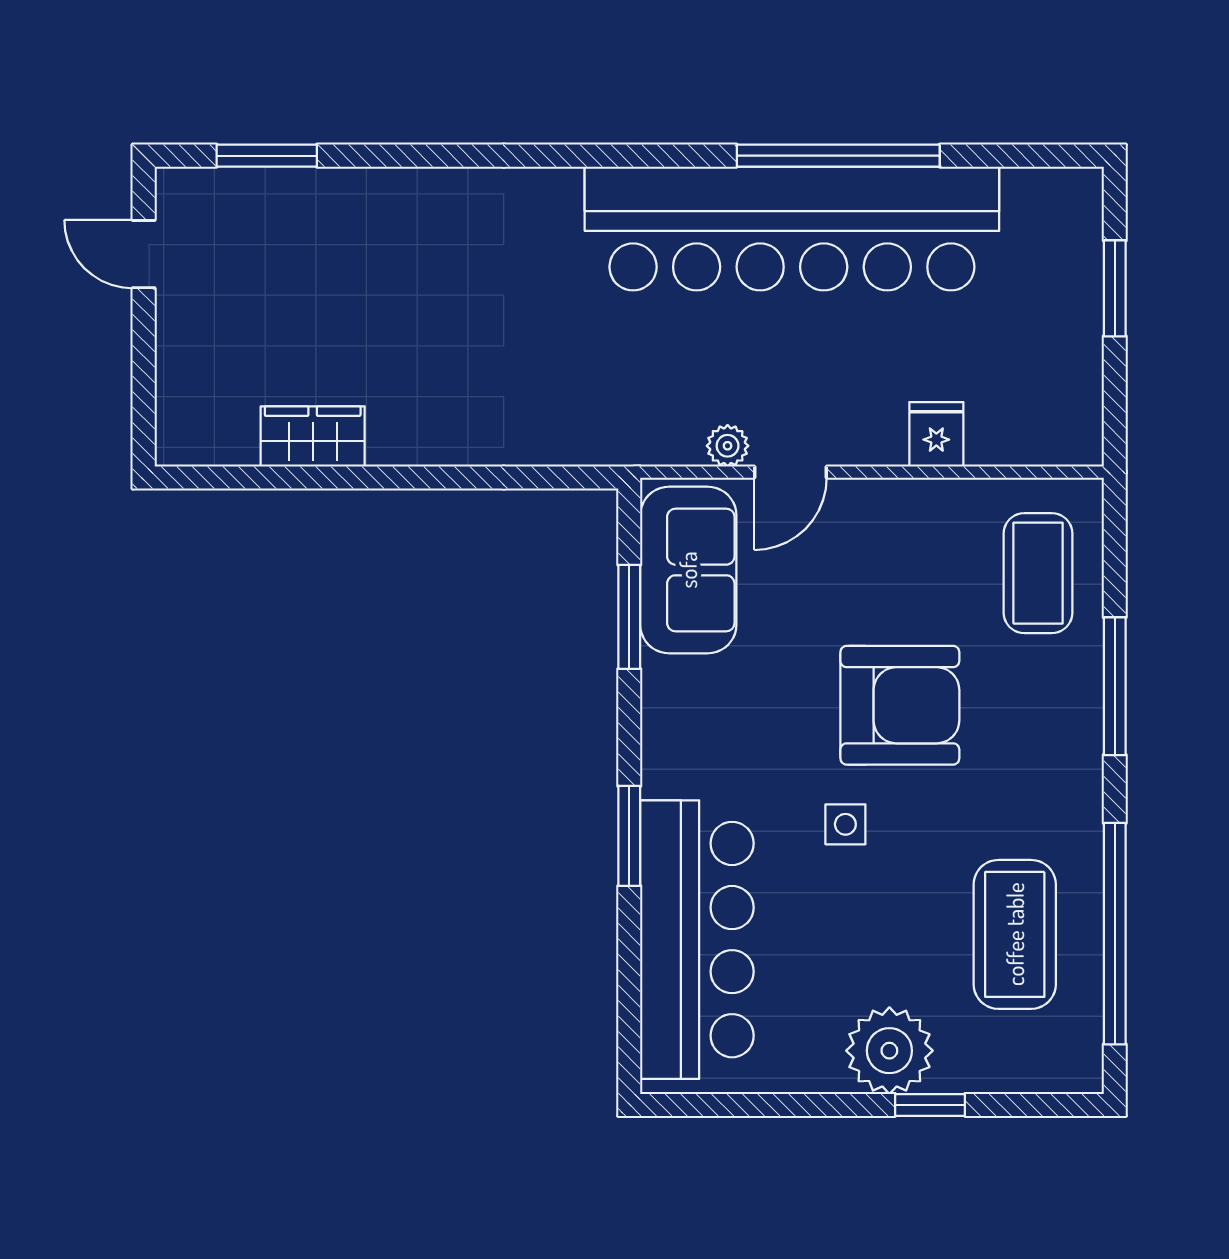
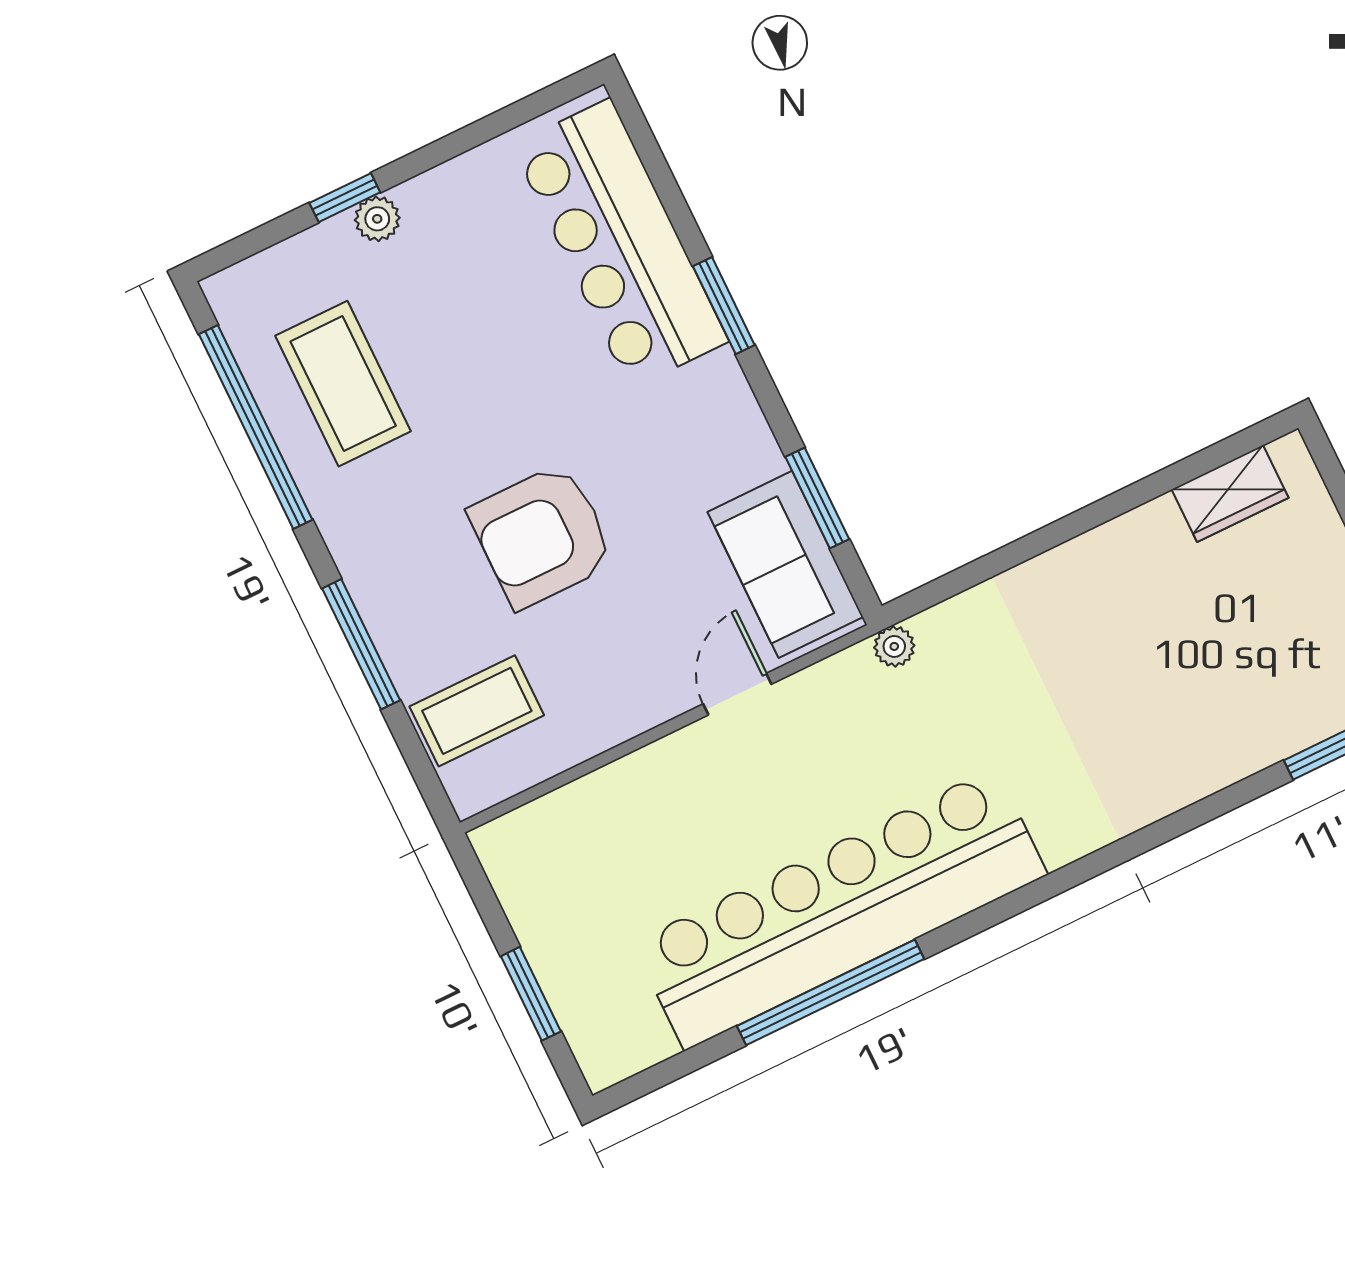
fridge: (936, 434) -> (625, 789), removed
wardrobe: (313, 436) -> (1230, 494), moved
plant: (728, 446) -> (894, 646), moved
coffee table: (1038, 573) -> (477, 711), turned 90
side table: (845, 824) -> (539, 408), removed
plant: (889, 1051) -> (377, 219), width x0.53, depth x0.53

